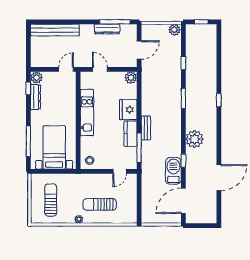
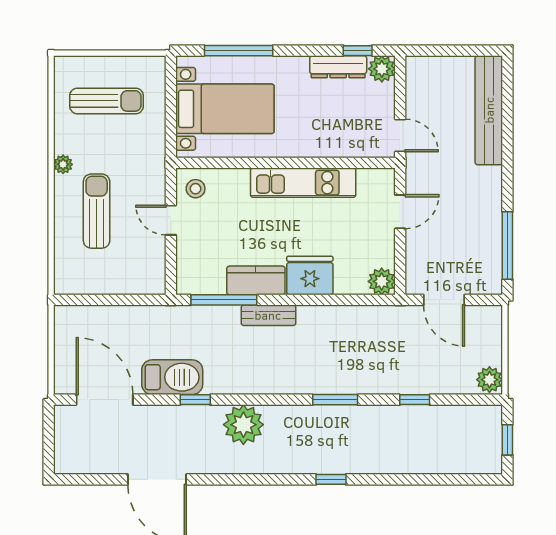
dresser: (107, 29) -> (491, 228), removed
door: (120, 171) -> (171, 220), moved

